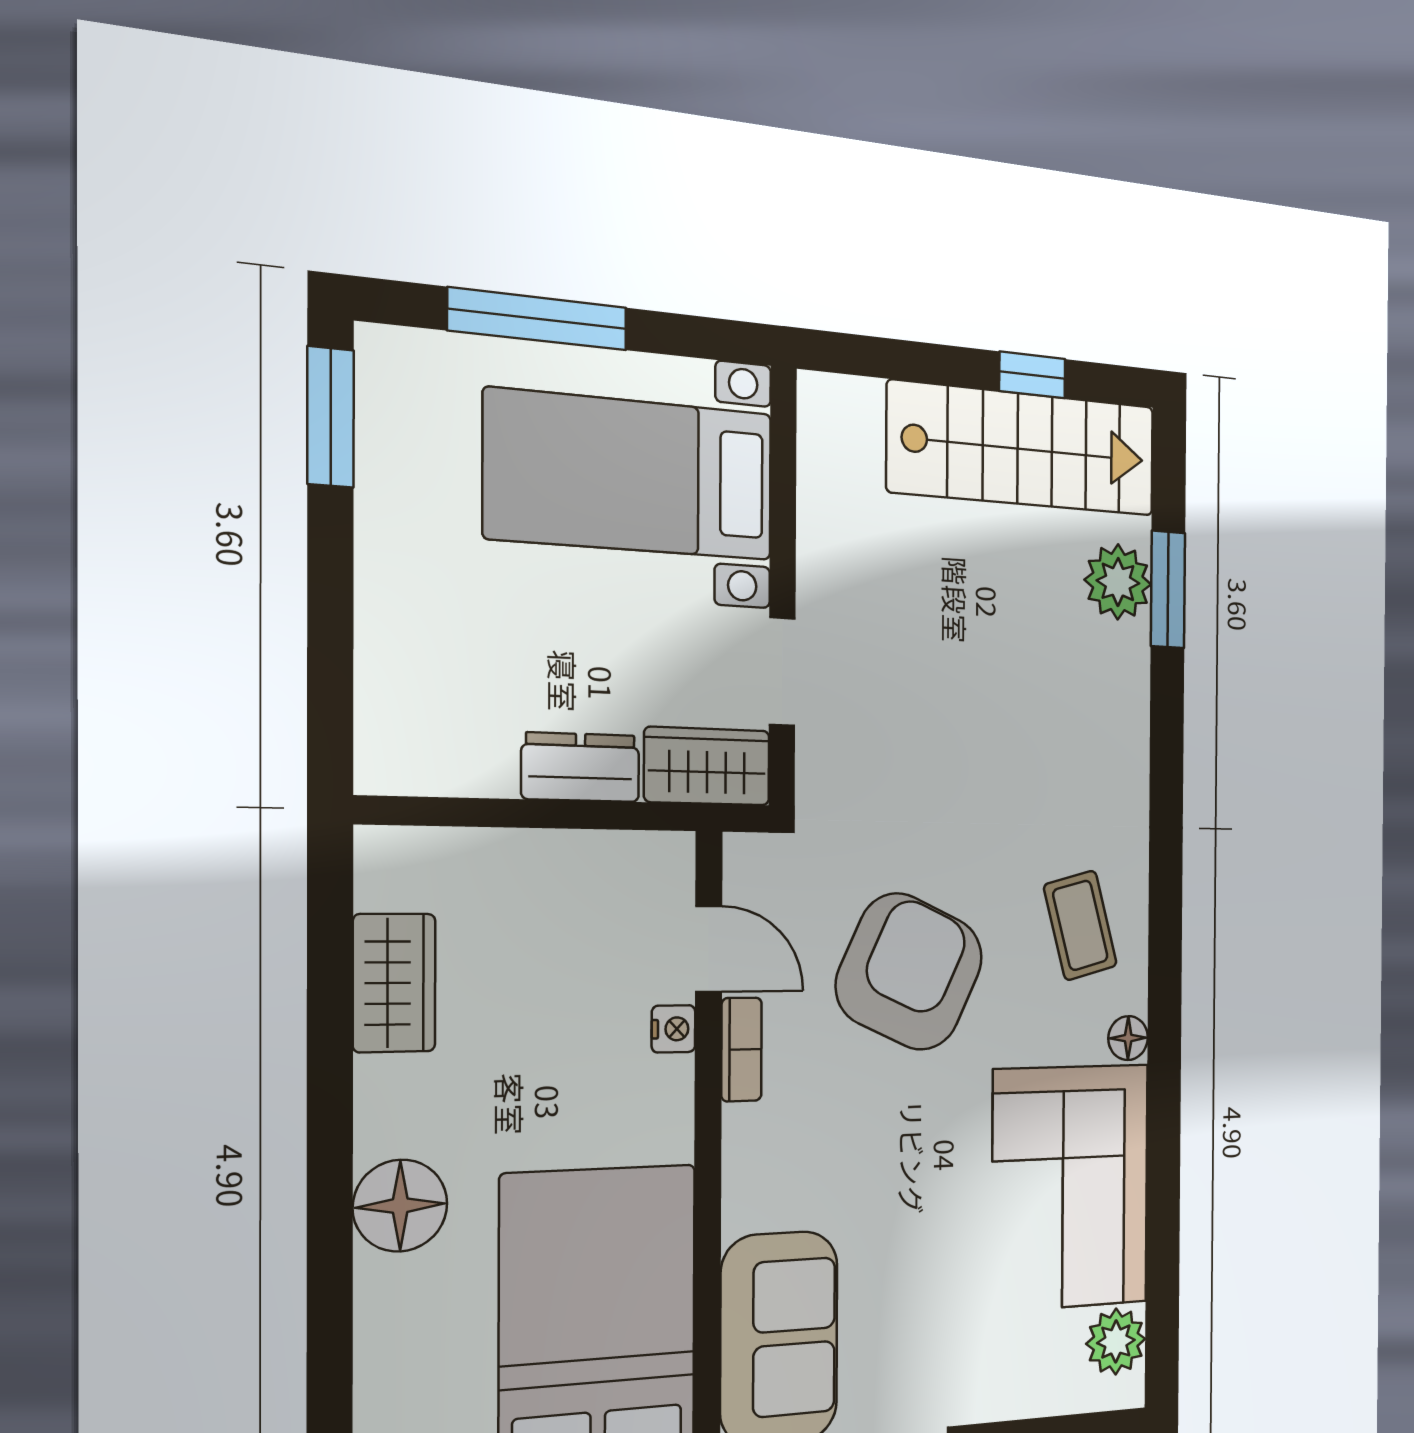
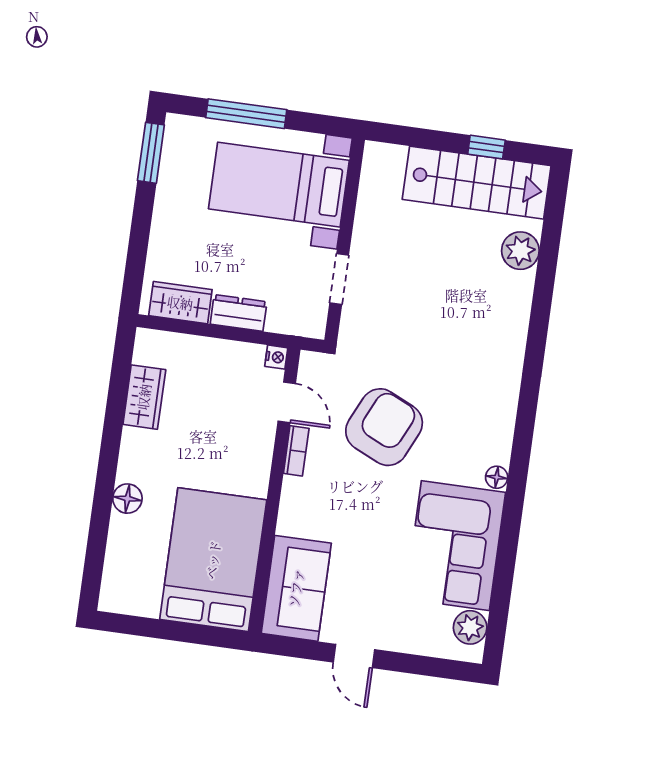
window: (1168, 590) -> (548, 256), removed
wardrobe: (707, 766) -> (180, 303), moved
coffee table: (1080, 925) -> (477, 418), removed
nightstand: (673, 1029) -> (276, 357), moved
floor lamp: (400, 1206) -> (127, 499), width x0.73, depth x0.73

